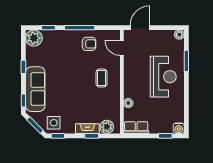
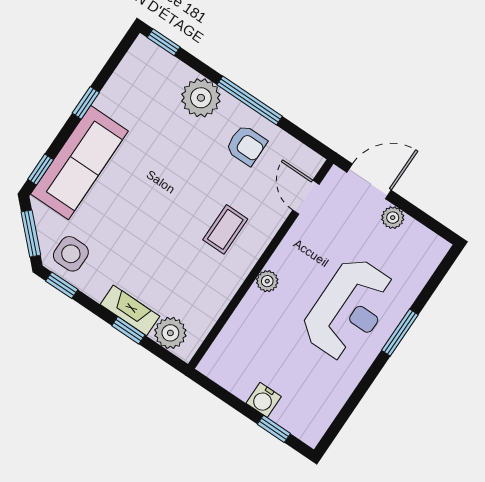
window: (48, 28) -> (164, 42), moved
plant: (179, 35) -> (393, 218), moved
plant: (34, 38) -> (201, 98), moved
window: (186, 61) -> (400, 332), moved
plant: (128, 103) -> (267, 281), moved
row of seats: (136, 128) -> (227, 374), removed
water cooler: (179, 128) -> (264, 400), moved

